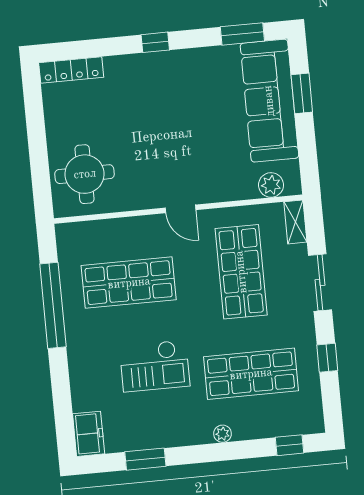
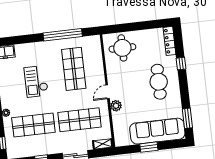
window: (155, 42) -> (181, 64), moved
window: (302, 93) -> (149, 147), moved
cafe table: (161, 96) -> (159, 82), added
plant: (271, 185) -> (116, 106), moved
shop shelf: (251, 374) -> (33, 125), turned 90

